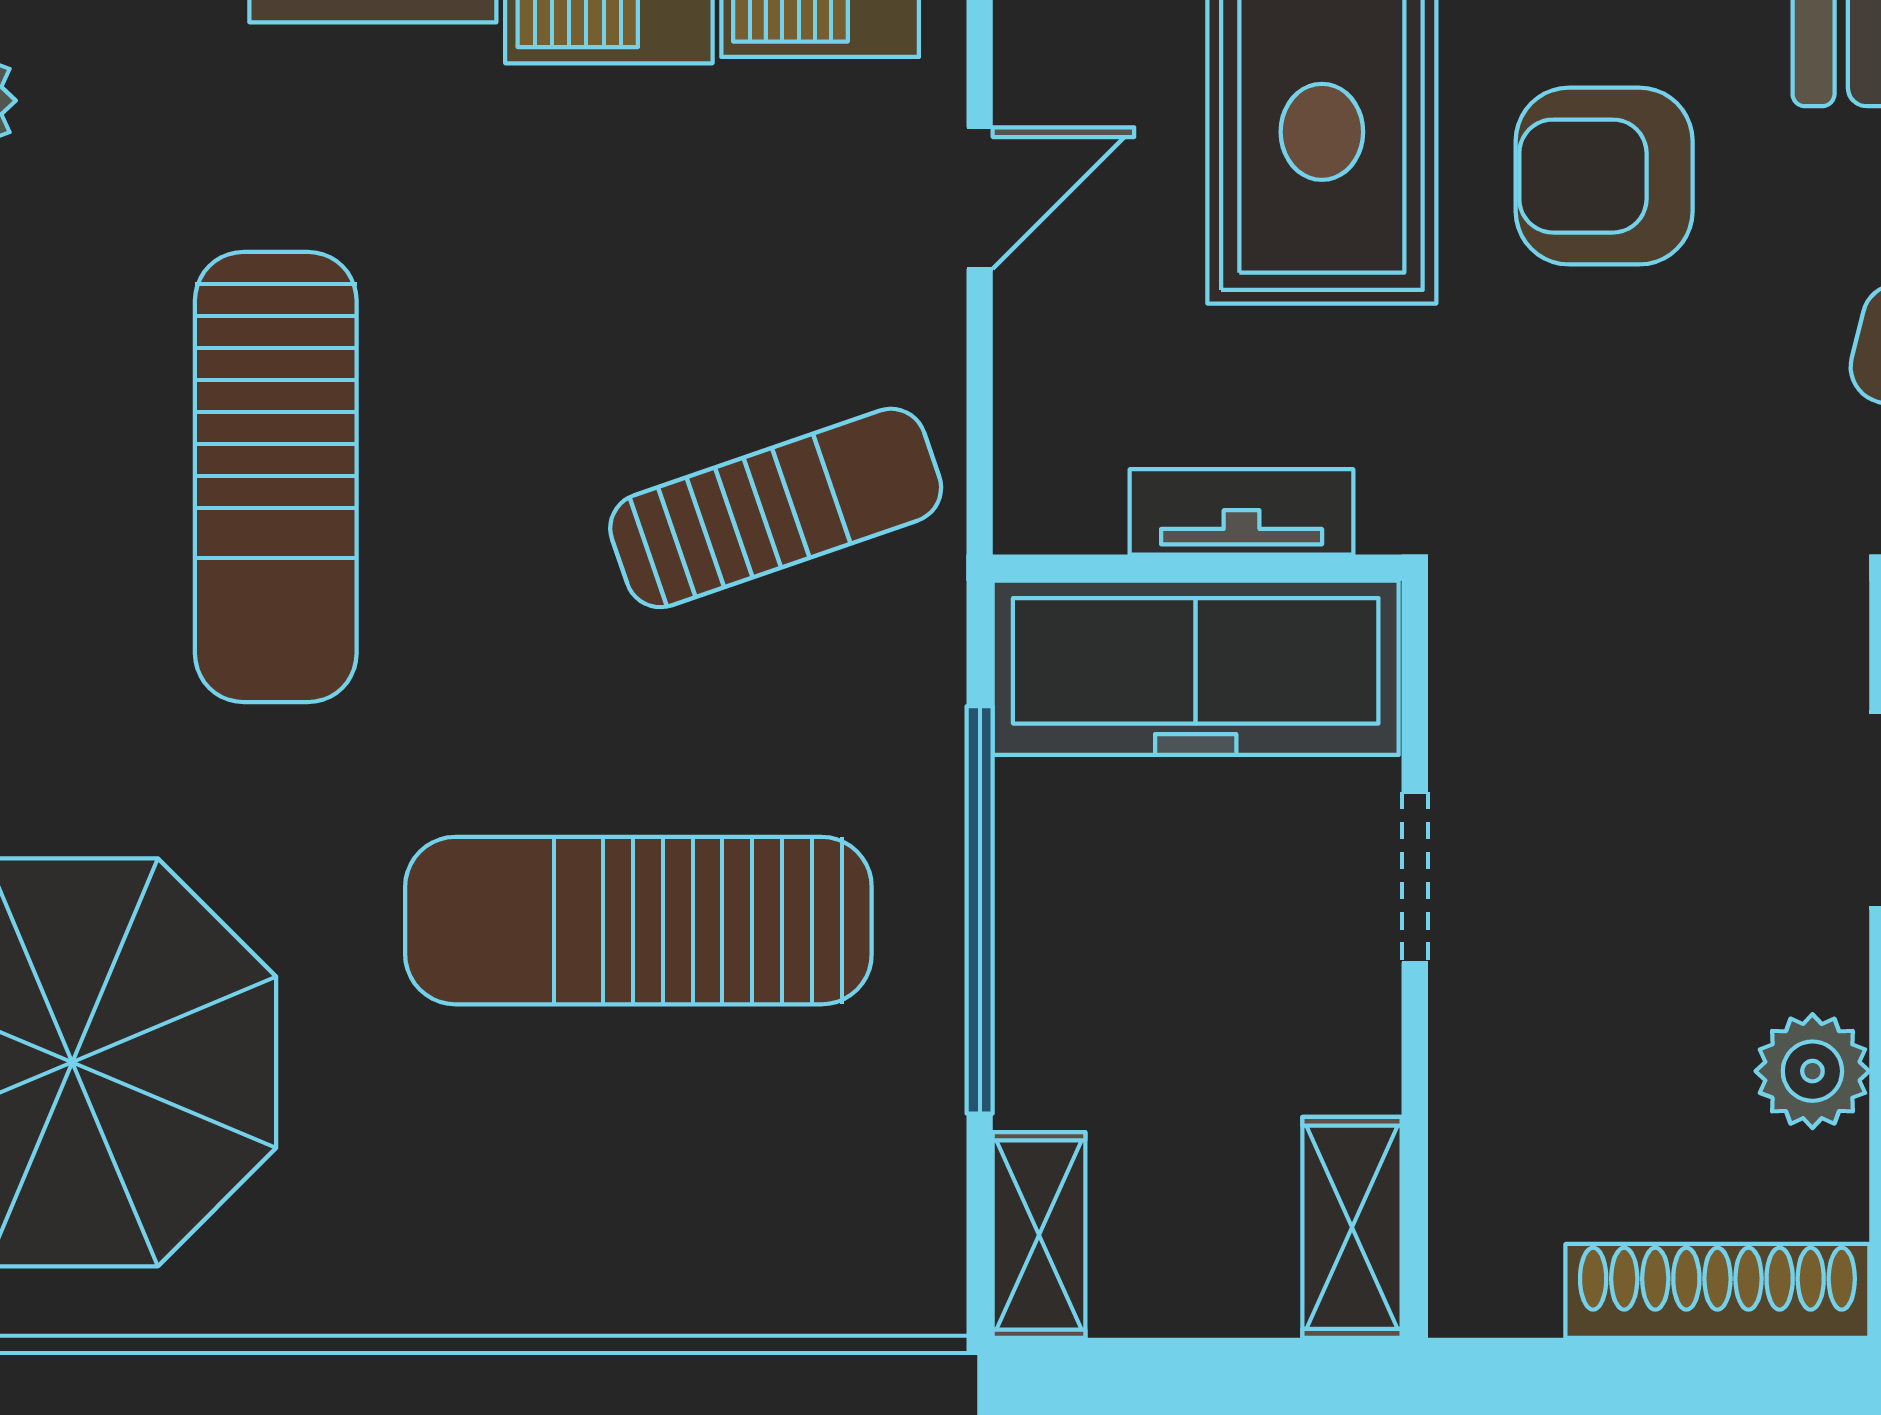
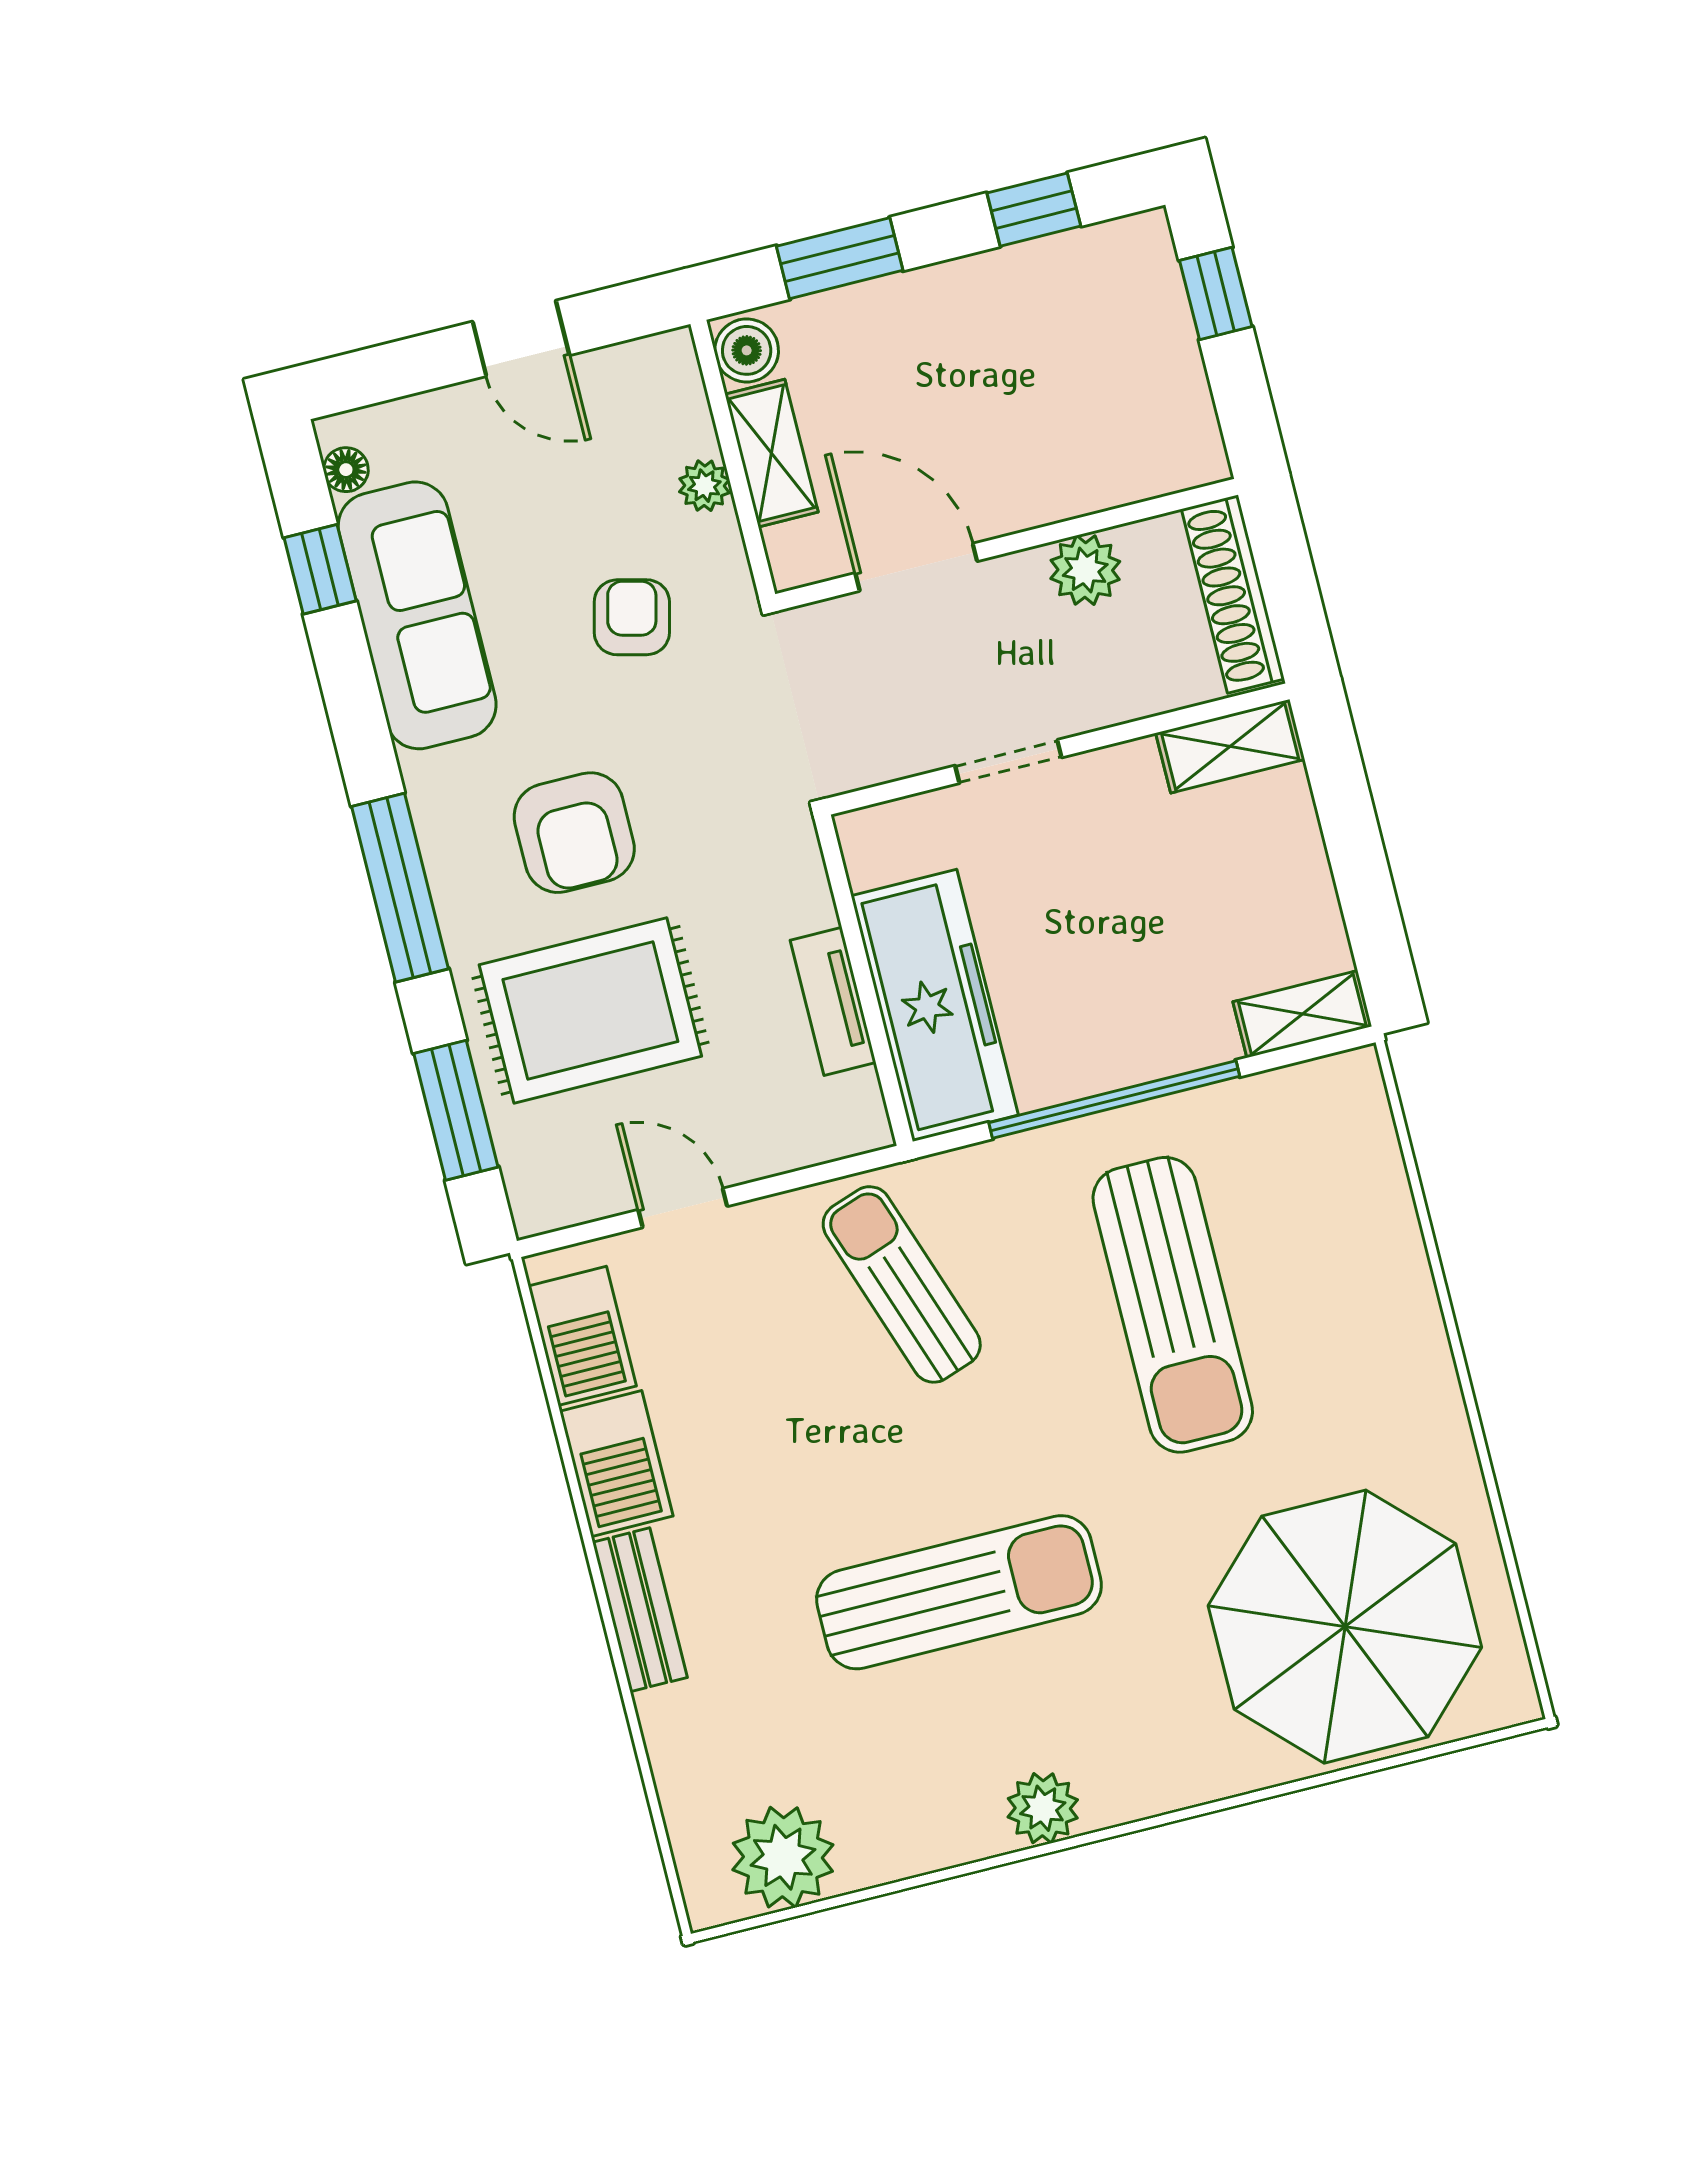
doorway: (1415, 877) -> (1008, 761), moved
wall: (1415, 959) -> (1058, 749), moved
shelving: (1352, 1227) -> (1230, 746), moved

